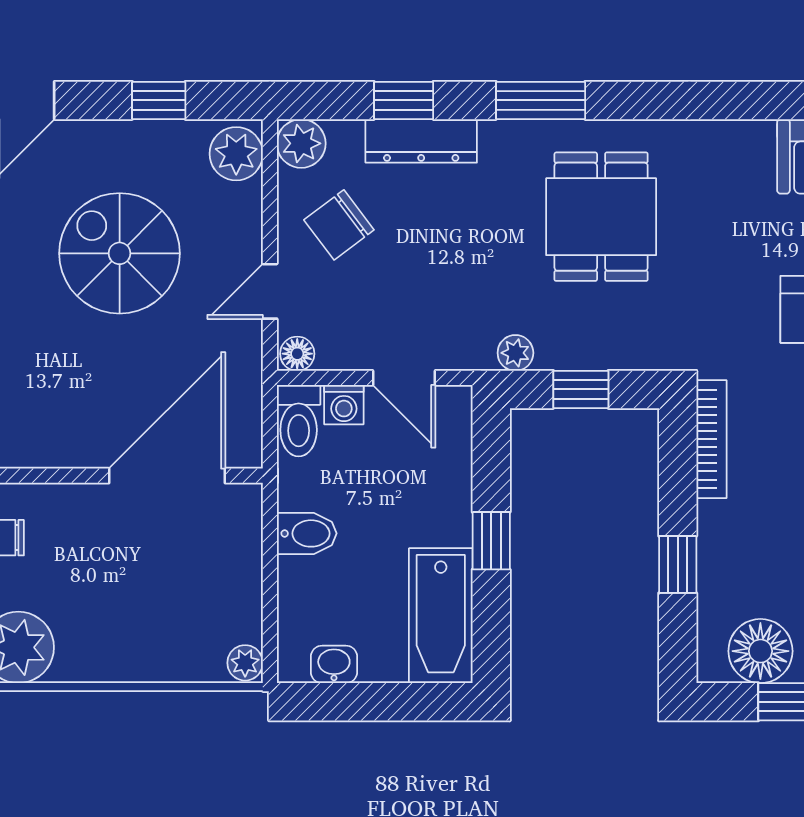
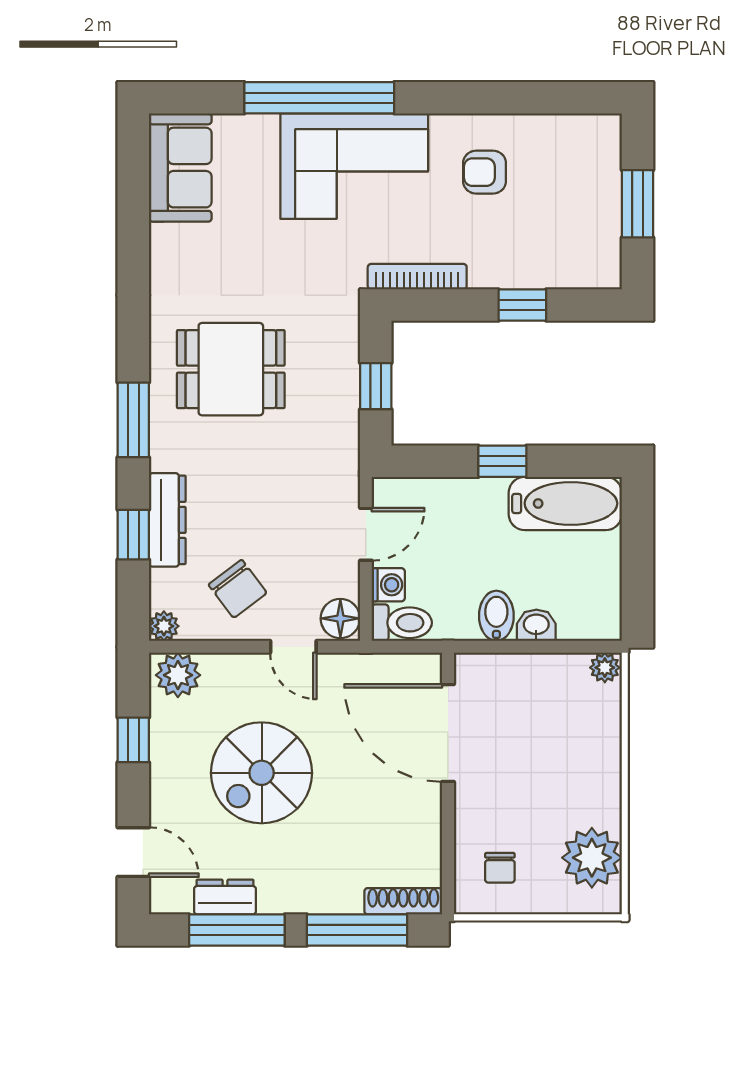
plant: (301, 143) -> (164, 626), width x0.73, depth x0.73
plant: (515, 353) -> (345, 441), removed
floor lamp: (297, 354) -> (340, 618), width x1.37, depth x1.37
floor lamp: (760, 651) -> (595, 236), removed
washbasin: (334, 664) -> (536, 625), moved, turned 90

